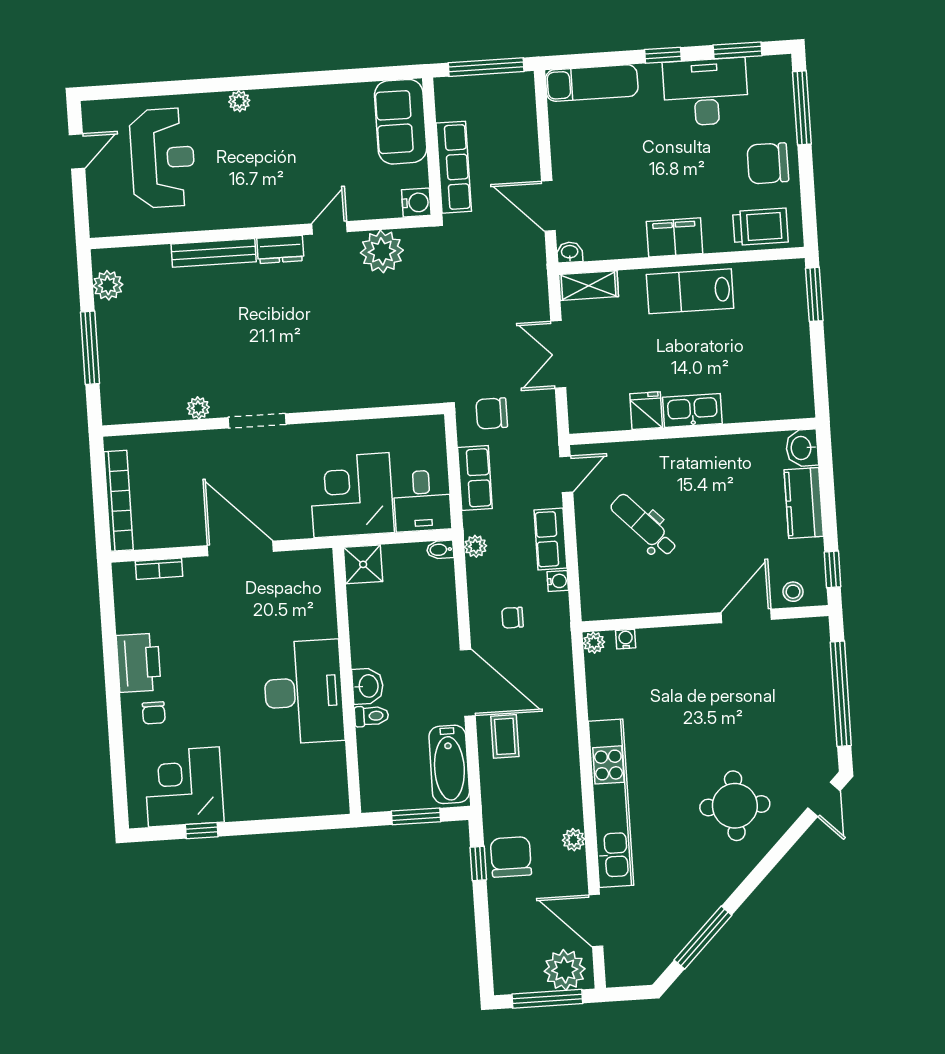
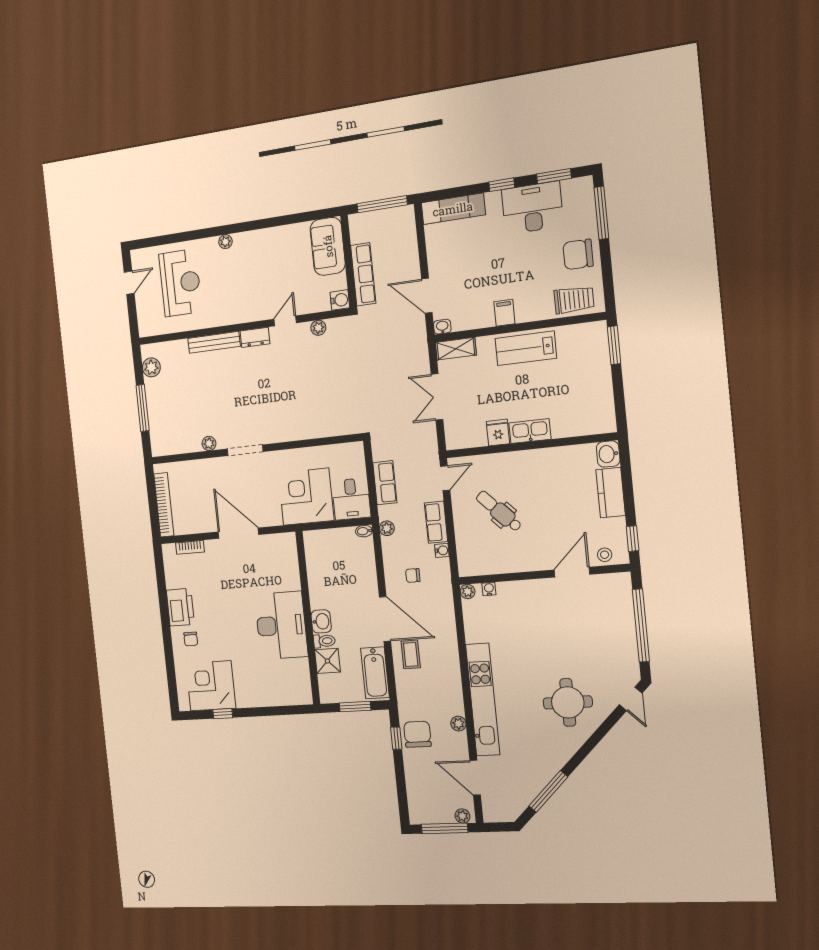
filing cabinet: (675, 237) -> (504, 313), width x0.50
plant: (382, 251) -> (318, 328), width x0.53, depth x0.53
chair: (492, 413) -> (394, 439), removed
shower: (363, 564) -> (327, 661), moved
plant: (565, 970) -> (462, 816), width x0.53, depth x0.53

